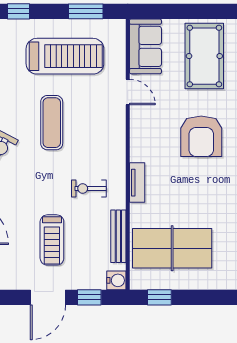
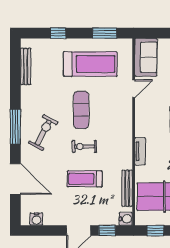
door: (128, 92) -> (134, 89), hinge flipped
exercise bike: (89, 188) -> (84, 146), moved
treadmill: (52, 240) -> (85, 179), moved, turned 90

